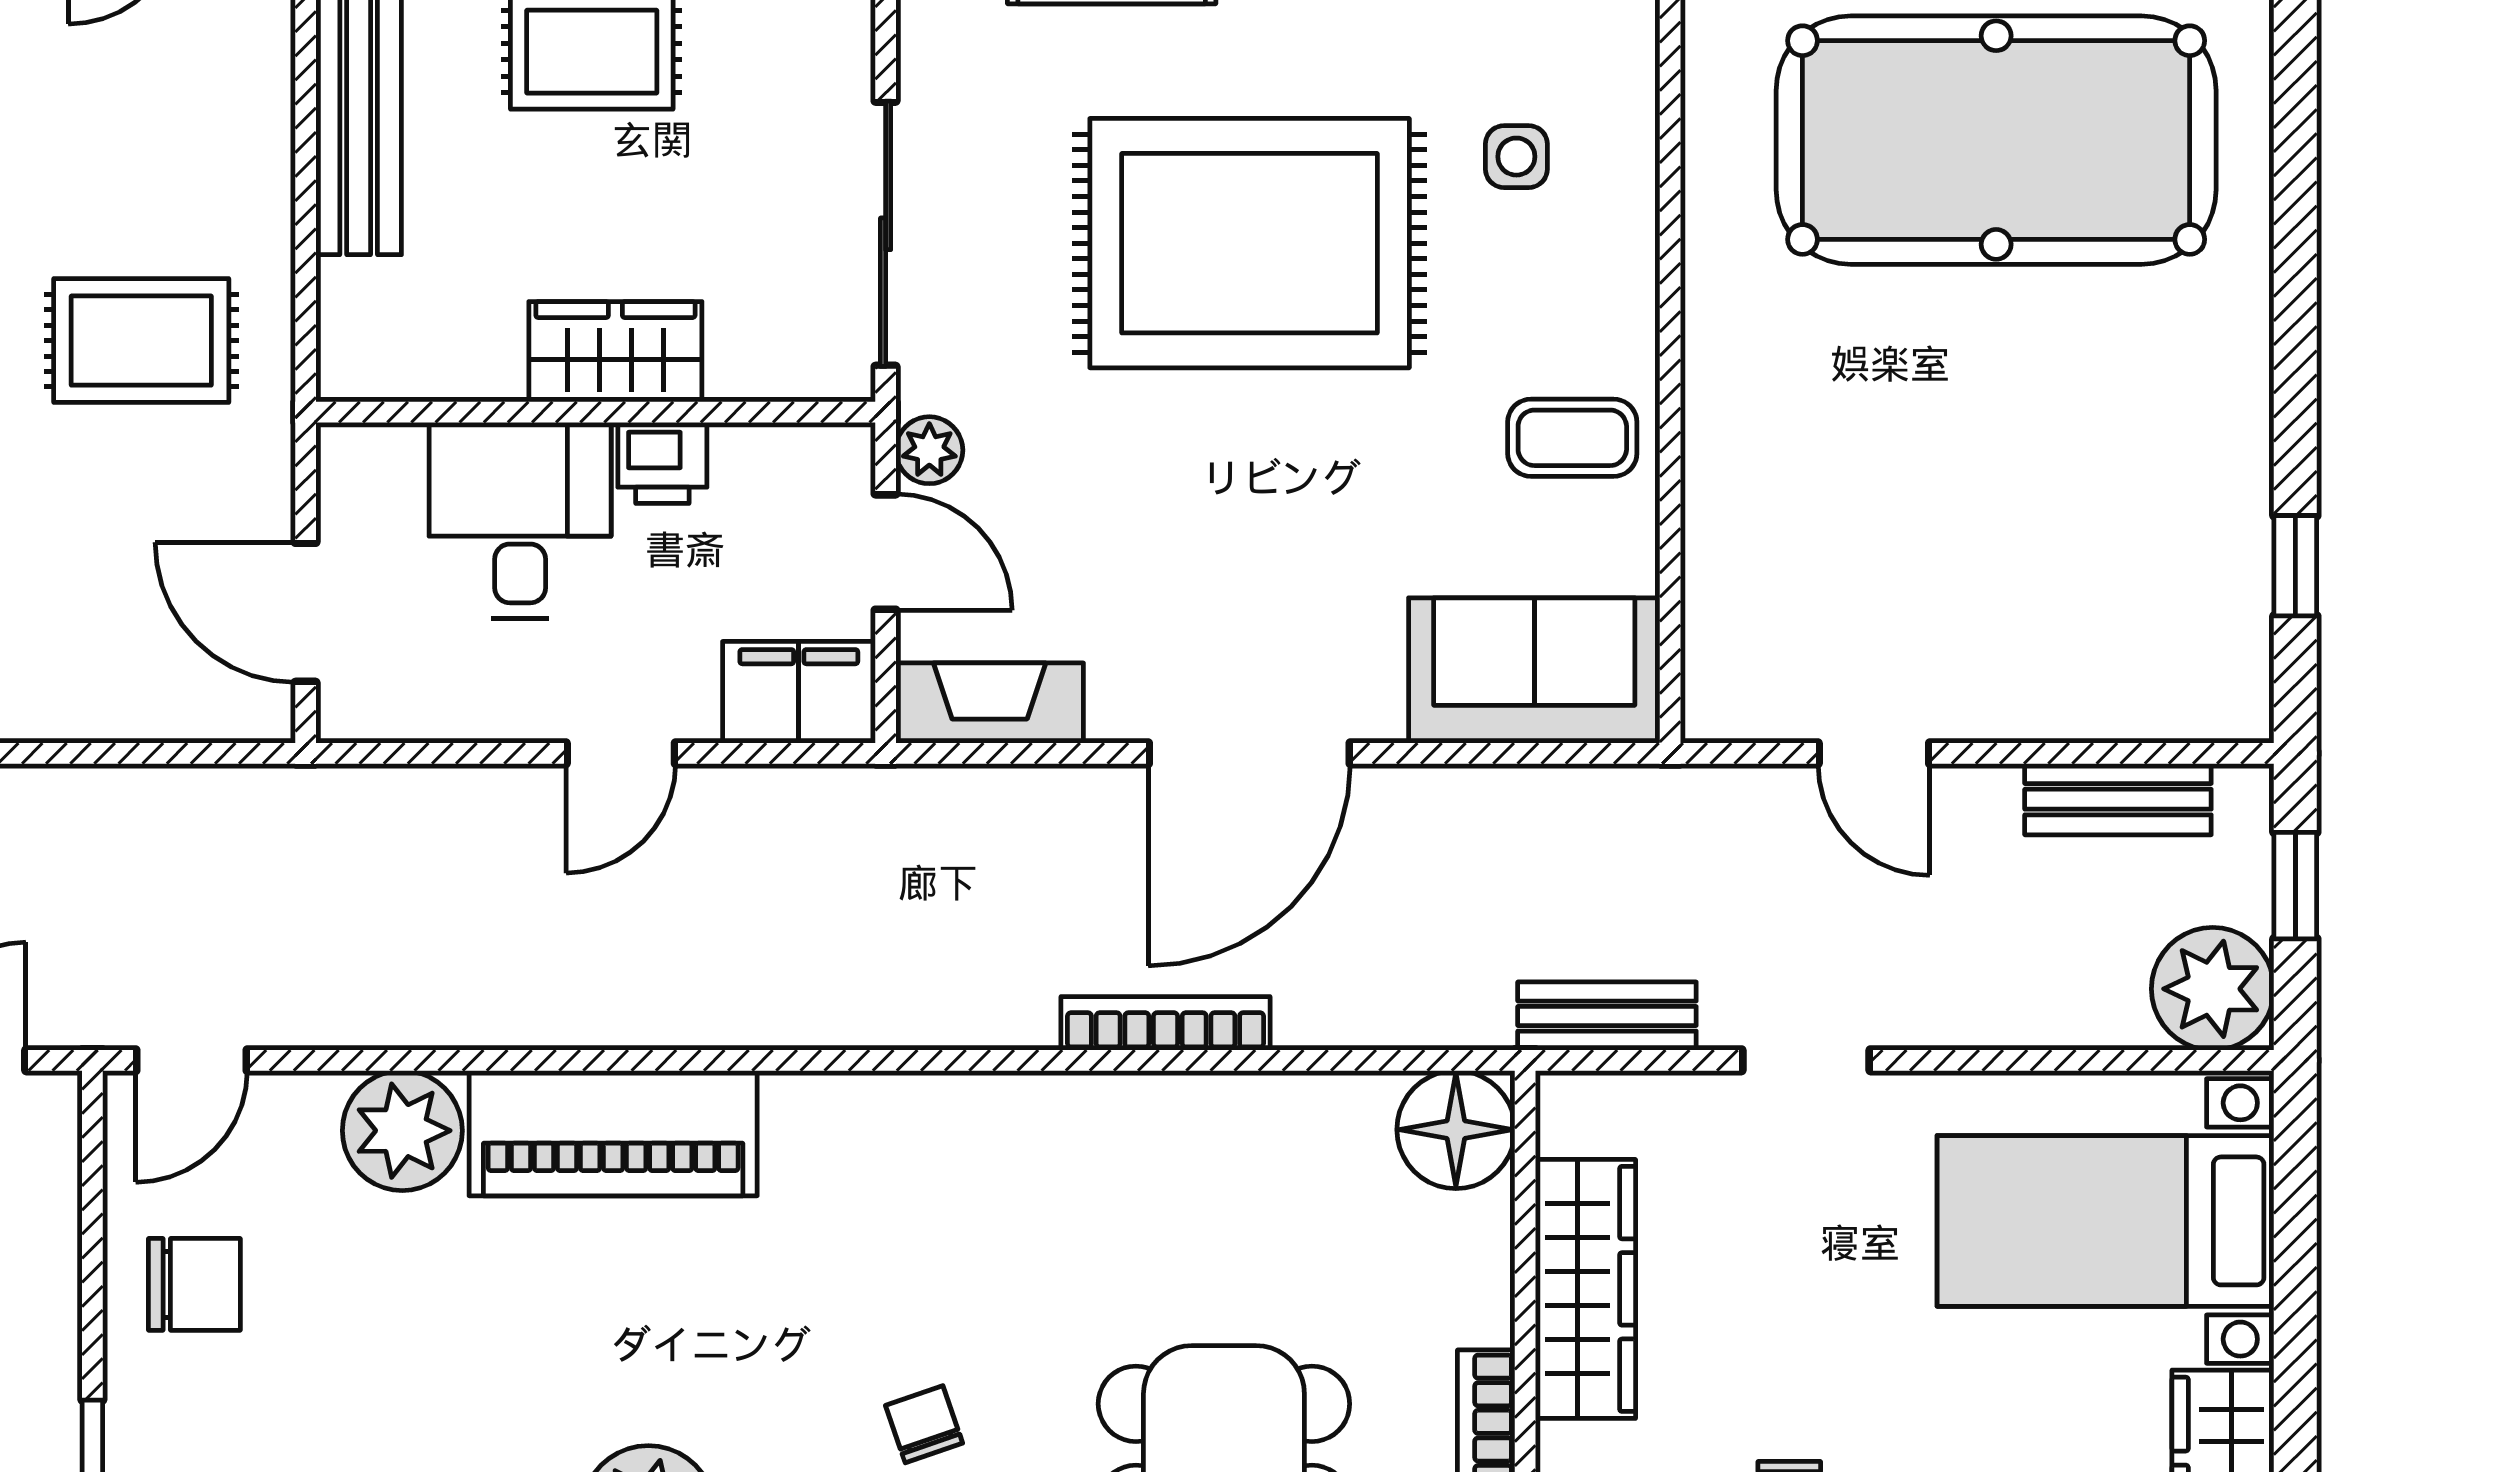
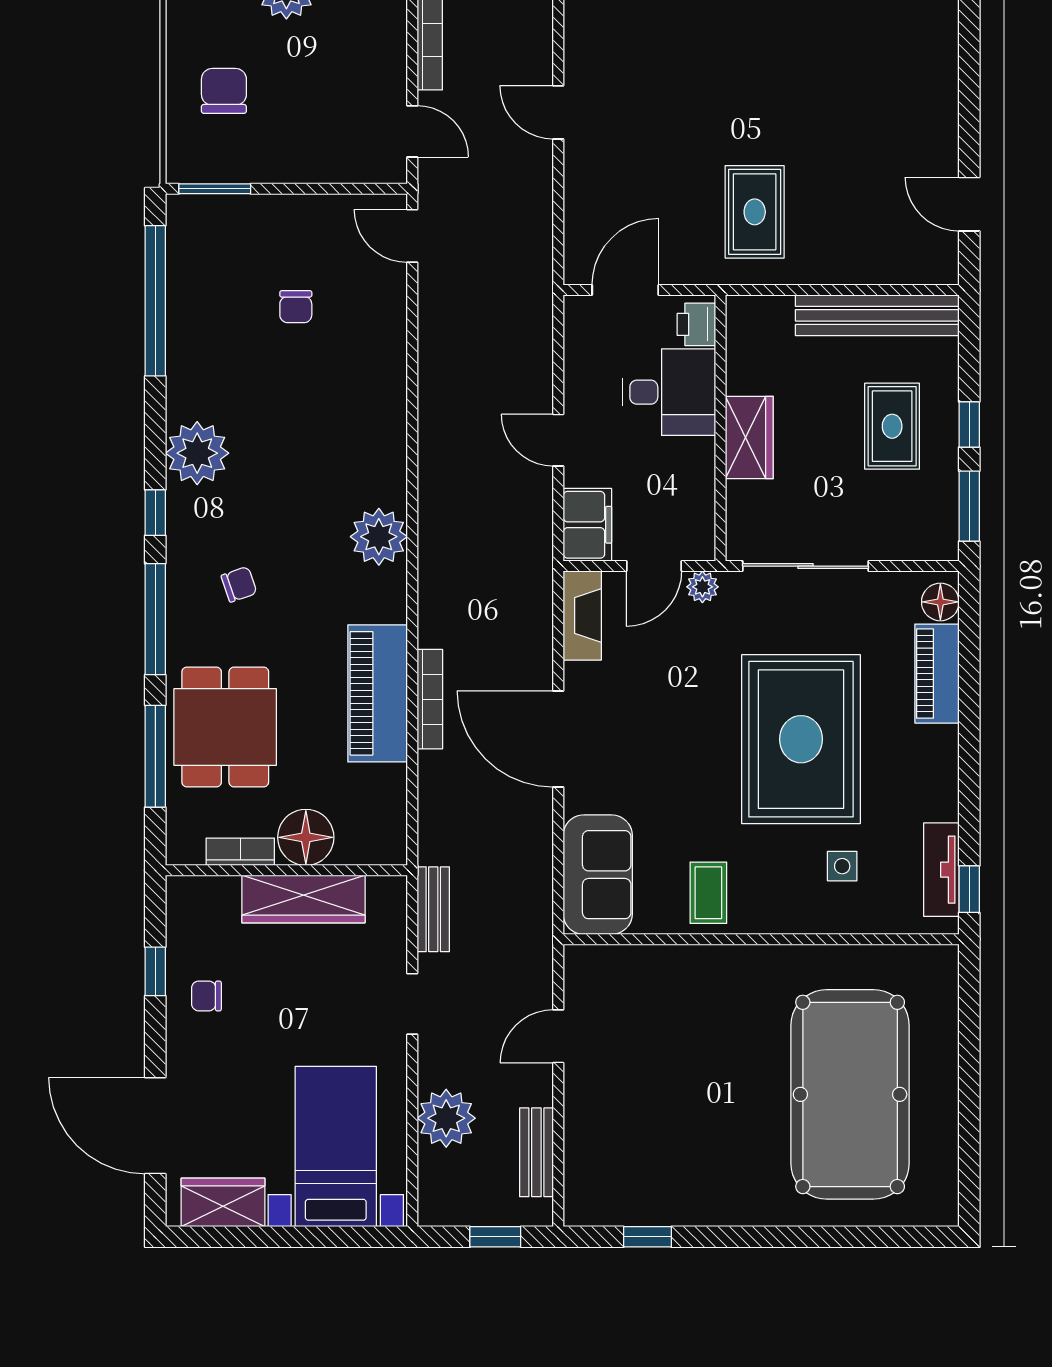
printer: (662, 463) -> (696, 324), moved
plant: (2213, 989) -> (446, 1118), moved
floor lamp: (1456, 1130) -> (306, 837), moved
plant: (402, 1131) -> (379, 537), moved
piano: (613, 1133) -> (378, 693), moved
chair: (194, 1284) -> (296, 307), moved, width x0.73, depth x0.73

